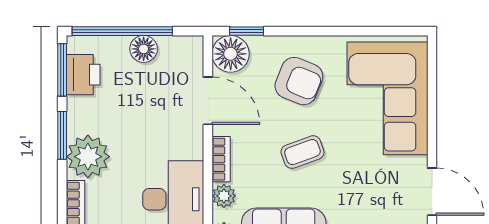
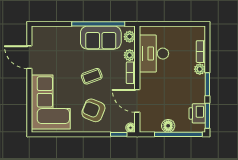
floor lamp: (231, 54) -> (131, 128), width x0.53, depth x0.53
plant: (88, 157) -> (200, 69), width x0.53, depth x0.53

